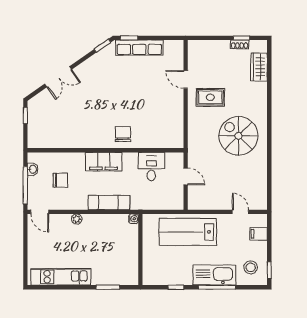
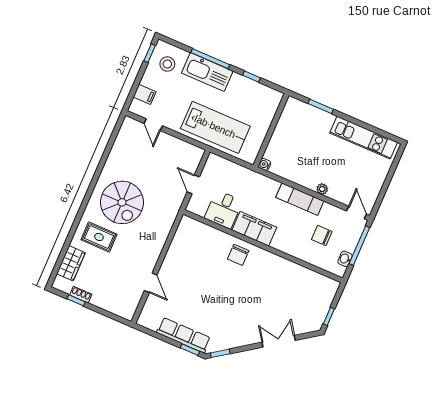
rug: (210, 97) -> (99, 237), moved
filing cabinet: (104, 162) -> (254, 229), moved
exam couch: (109, 203) -> (300, 199), moved

